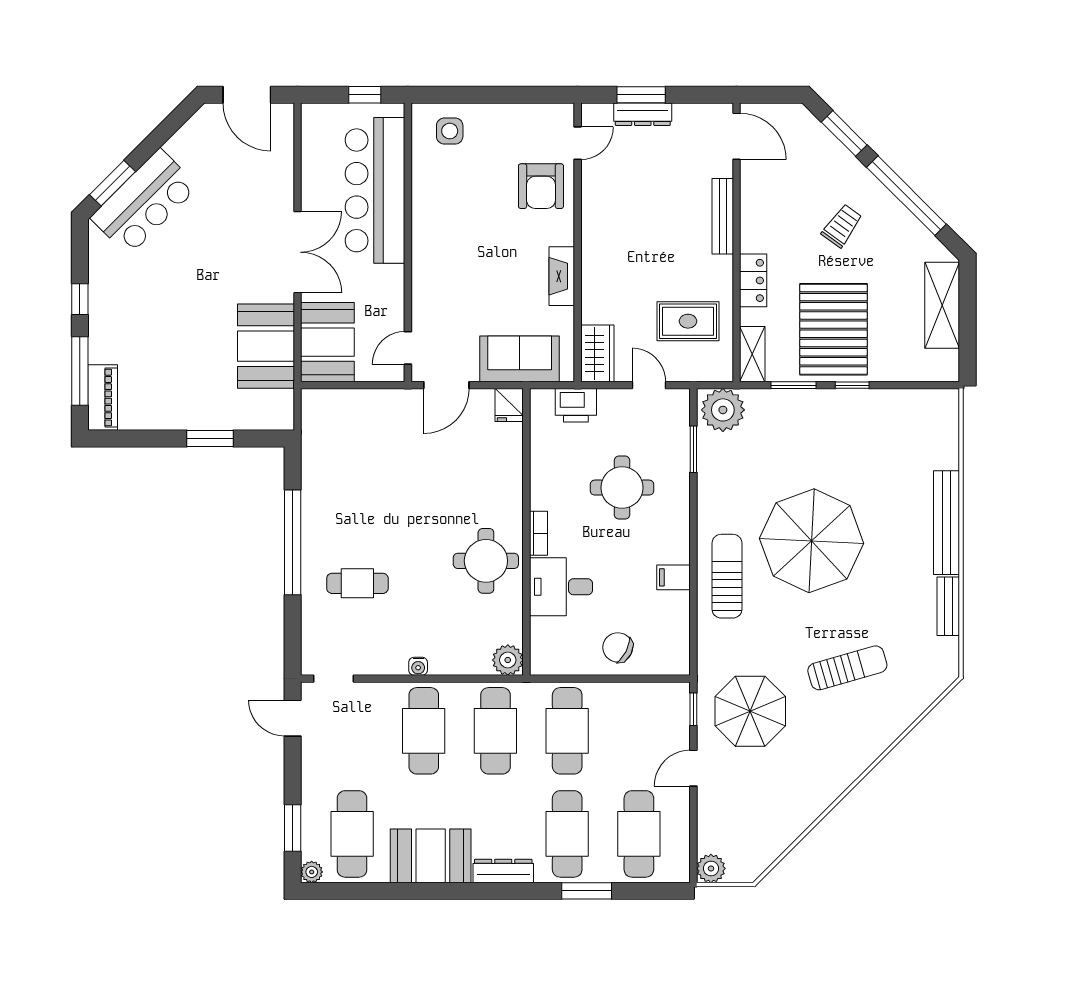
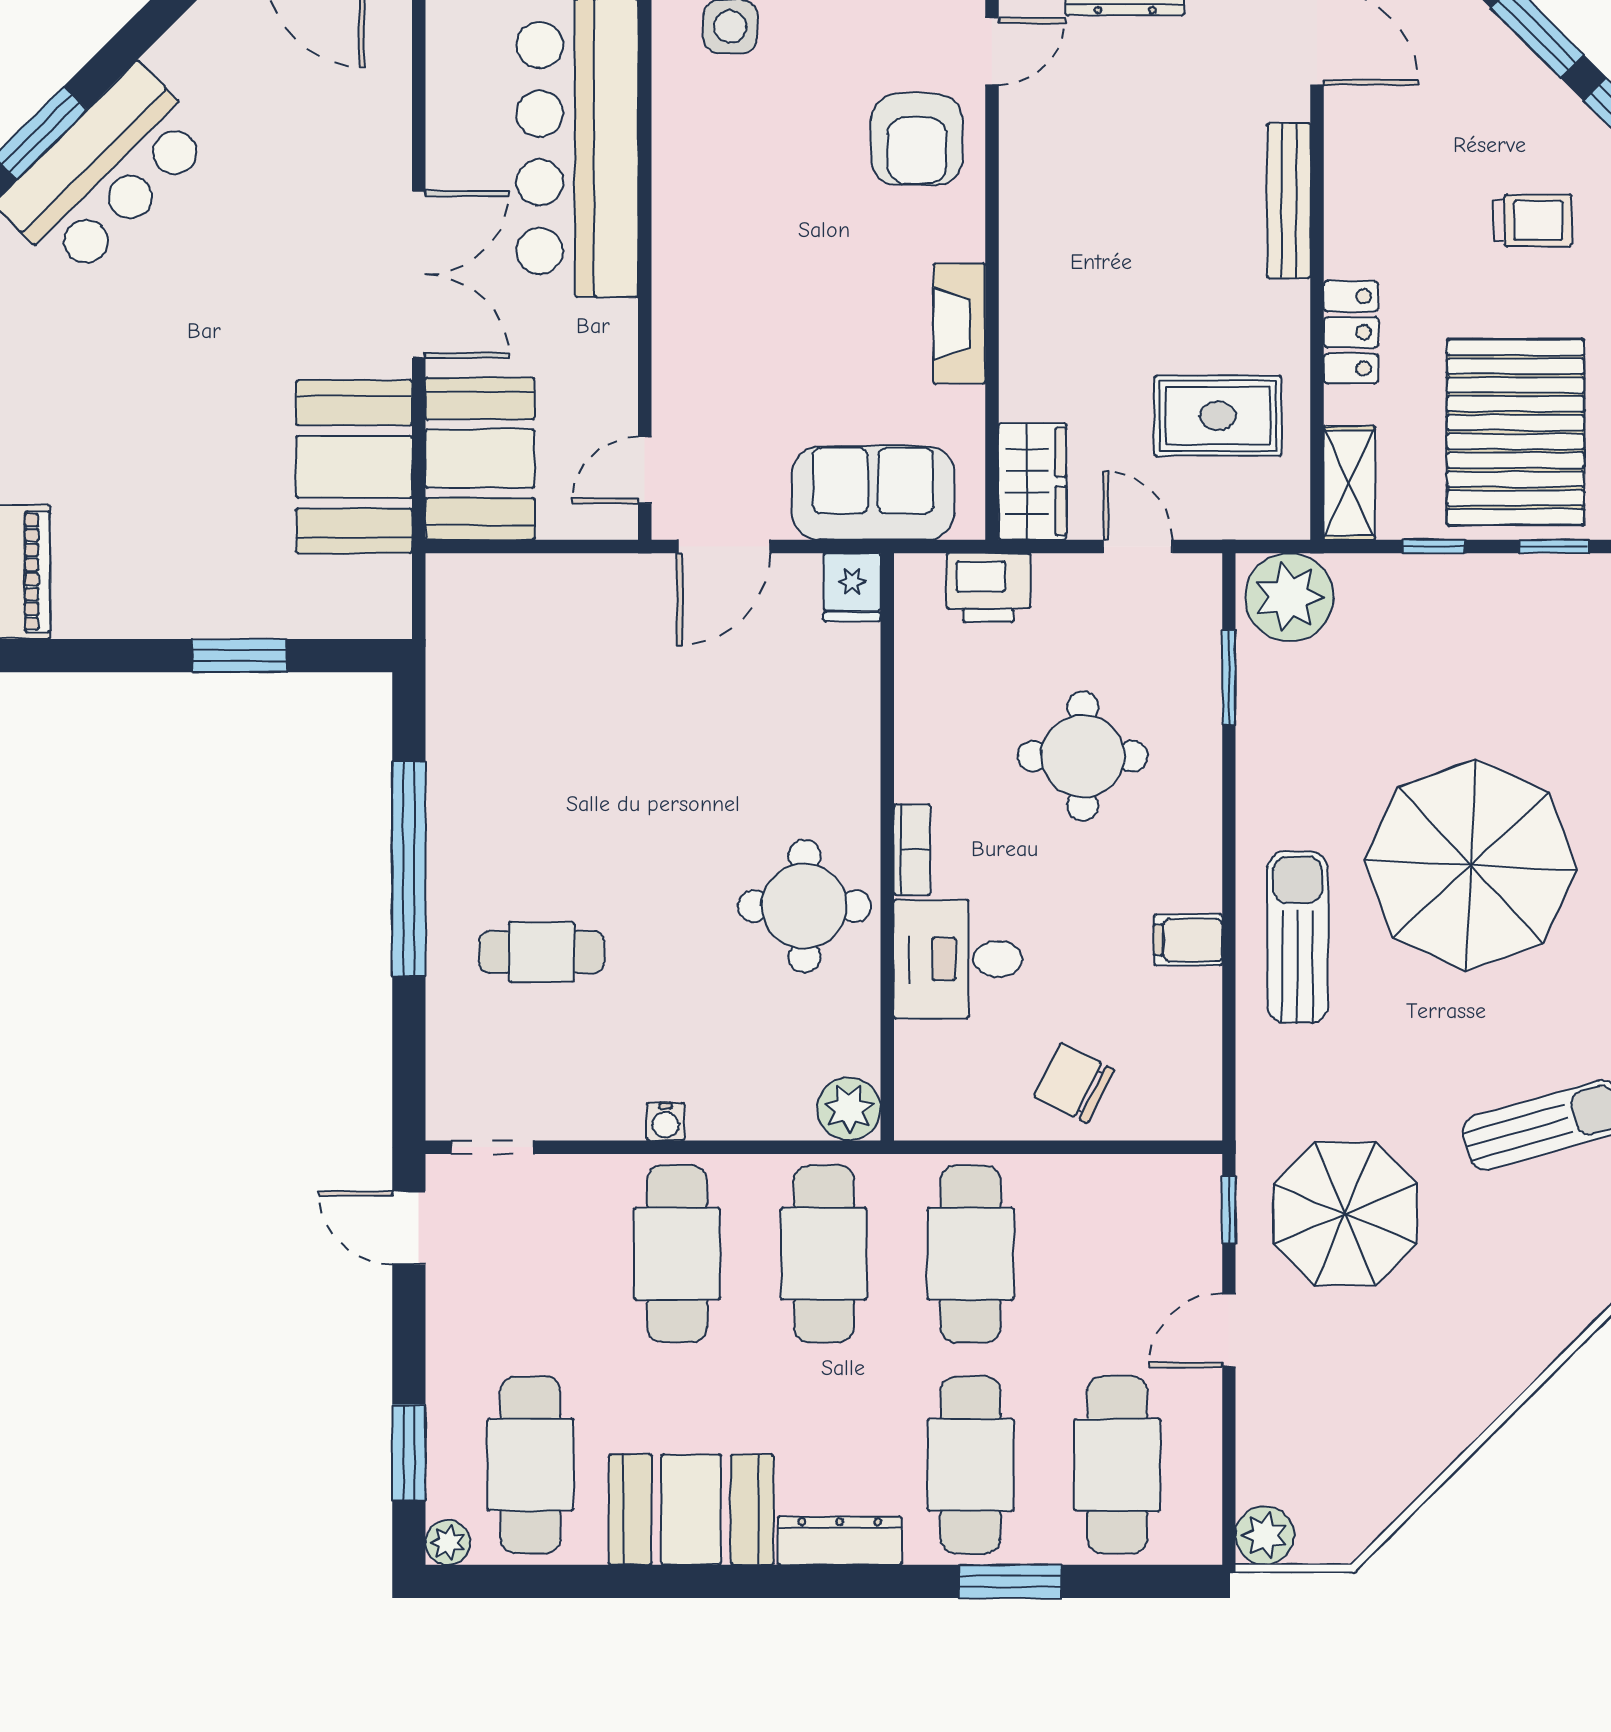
trolley: (842, 226) -> (1533, 220), turned 54
window: (794, 385) -> (1434, 547), width x0.67

